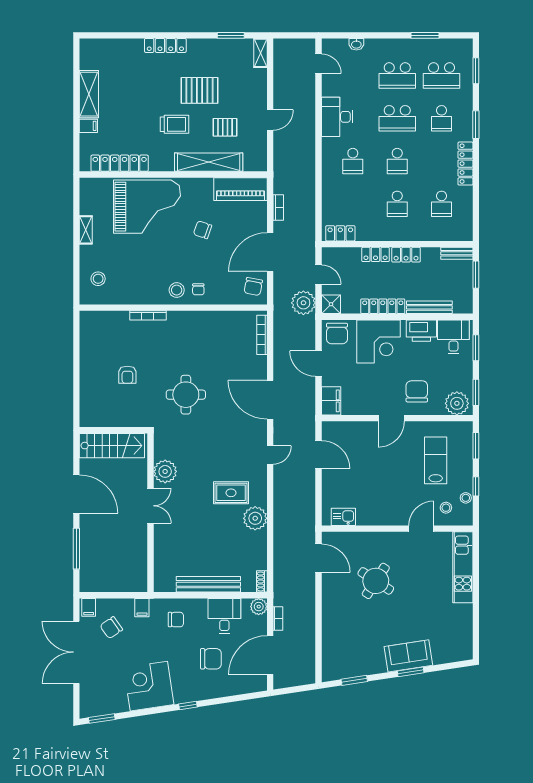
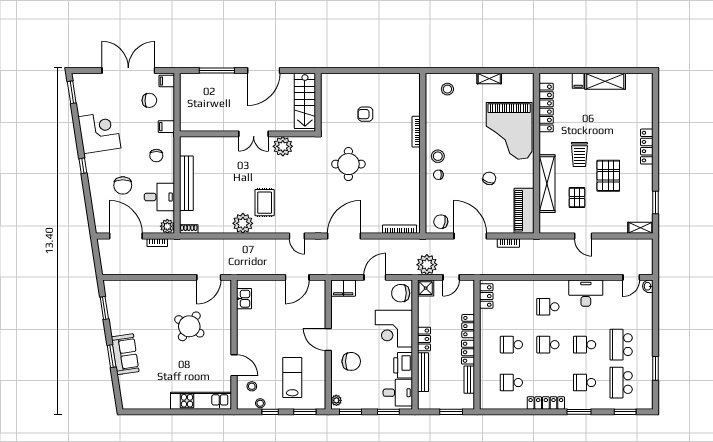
washbasin: (356, 44) -> (648, 286), moved
school desk: (397, 118) -> (585, 345), width x0.54
bench: (457, 253) -> (469, 380), moved
locker: (383, 306) -> (424, 339), width x0.66
plant: (457, 403) -> (336, 400), width x0.53, depth x0.53
lab bench: (436, 460) -> (292, 378), turned -90
chair: (111, 628) -> (149, 100), turned 125

